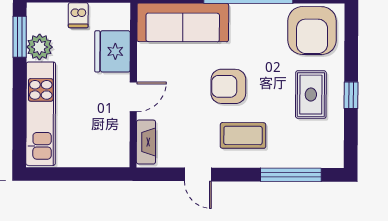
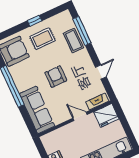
fridge: (112, 51) -> (106, 115), moved
armchair: (228, 86) -> (56, 77), turned 180
coffee table: (243, 135) -> (73, 40), moved

